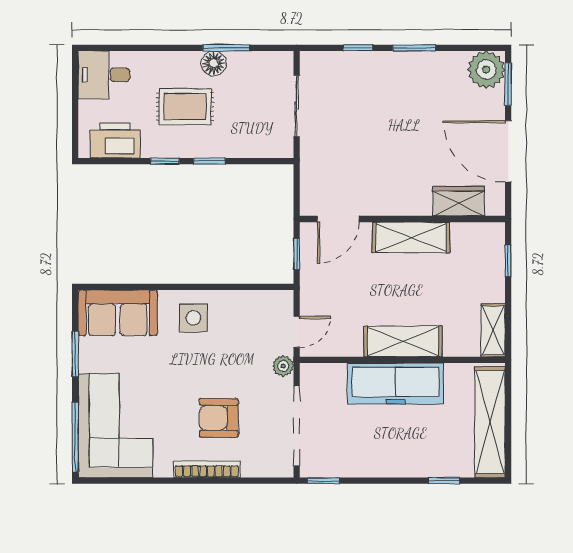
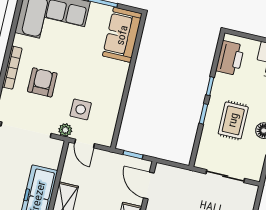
rug: (185, 107) -> (233, 120), moved
side table: (193, 318) -> (81, 109), moved

